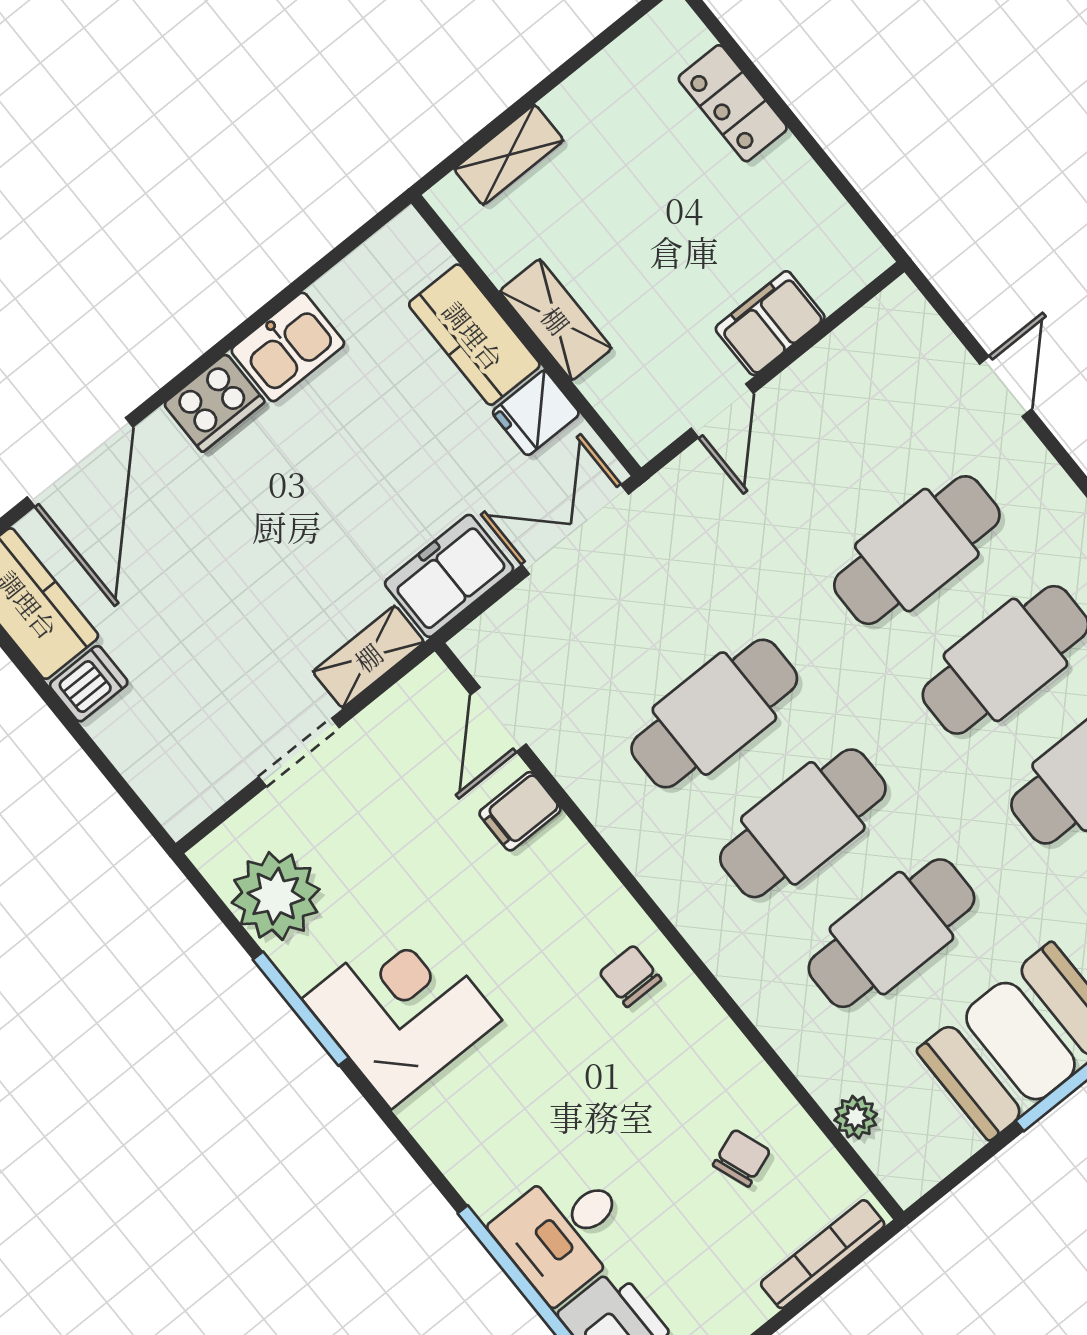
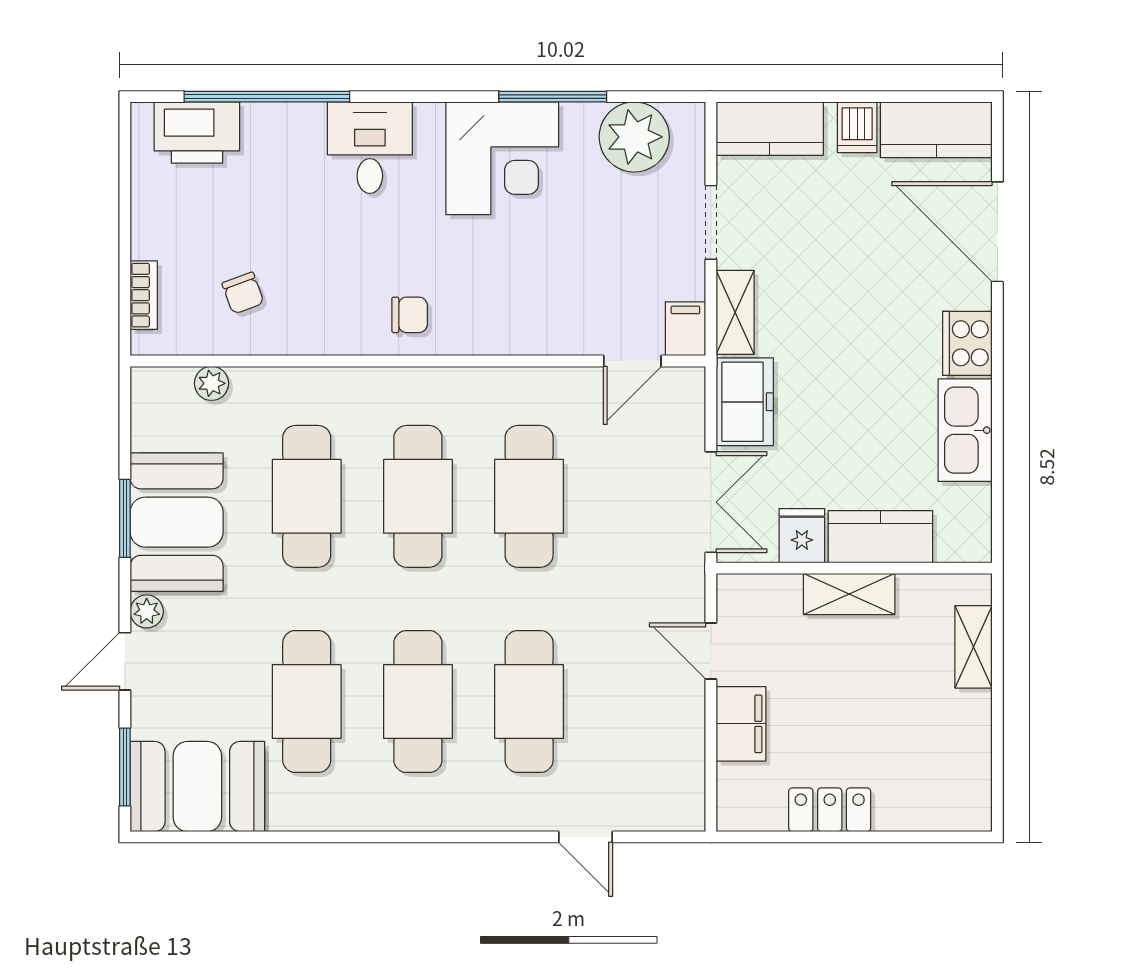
locker: (733, 103) -> (830, 810), moved
kitchen sink: (288, 347) -> (965, 430), width x1.38
door: (498, 719) -> (632, 361), swing flipped
kitchen counter: (160, 769) -> (770, 129), added
filing cabinet: (520, 811) -> (685, 329), moved
desk: (564, 1232) -> (370, 148), moved
bookcase: (823, 1254) -> (144, 295), width x0.64

